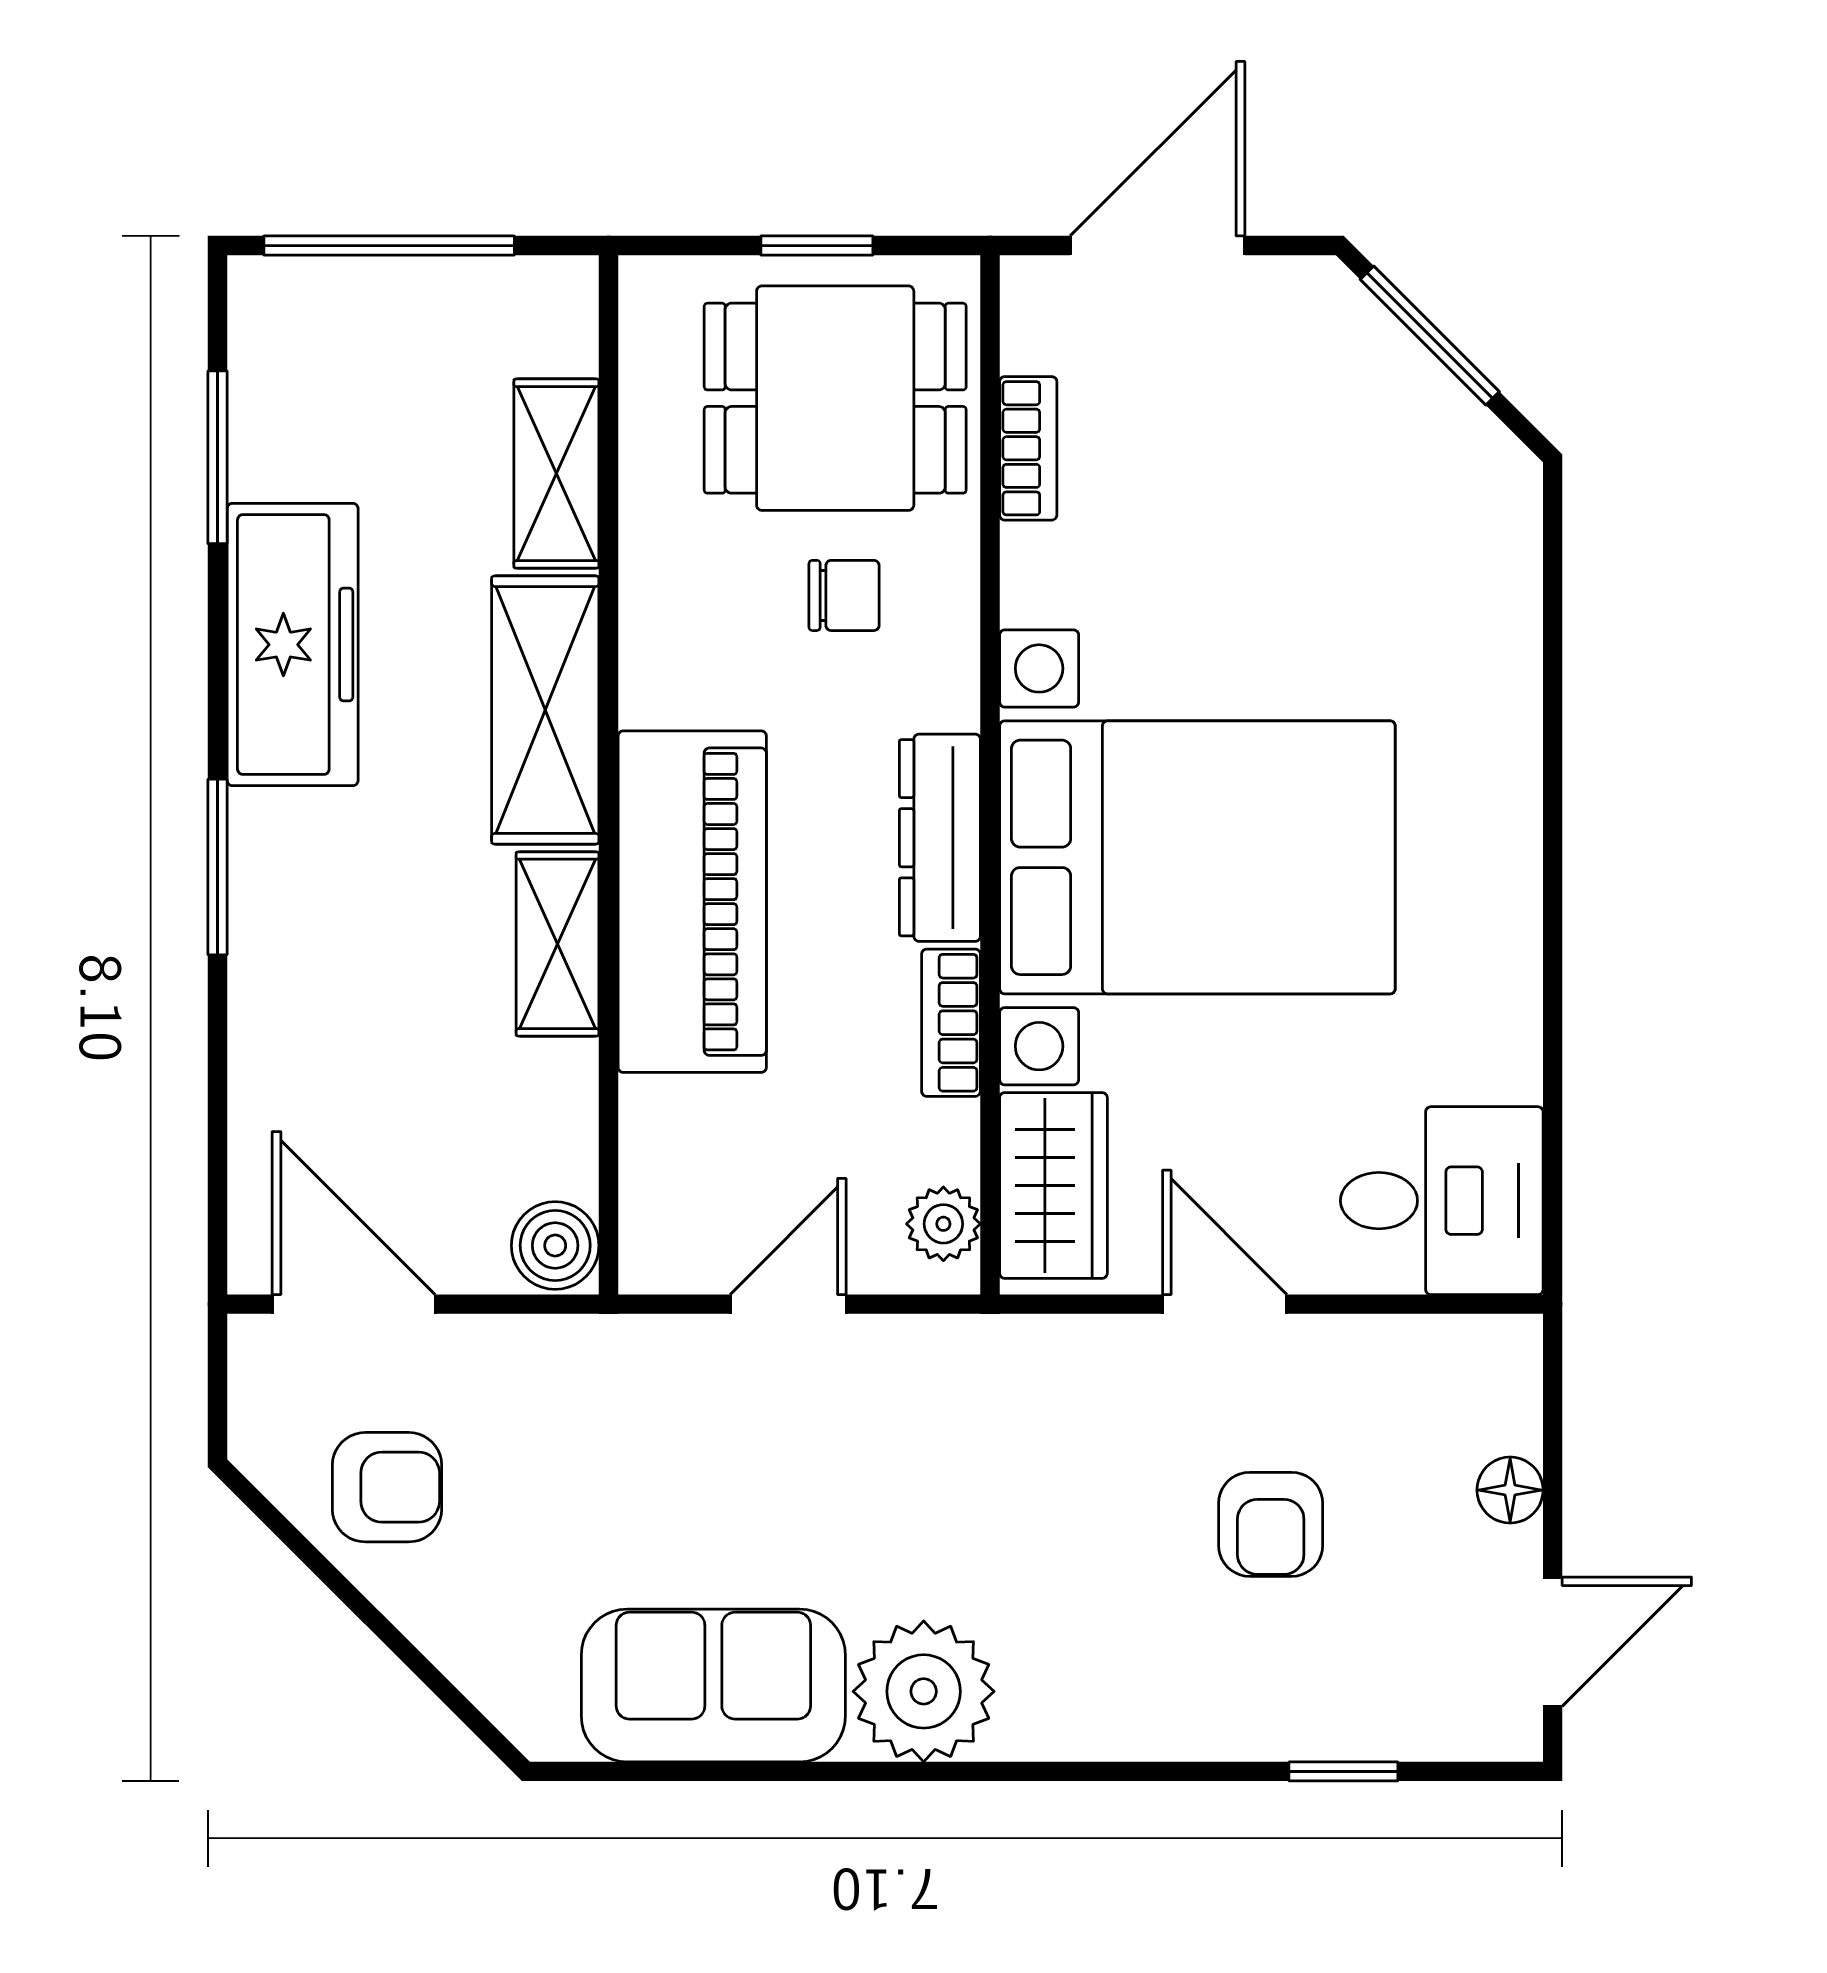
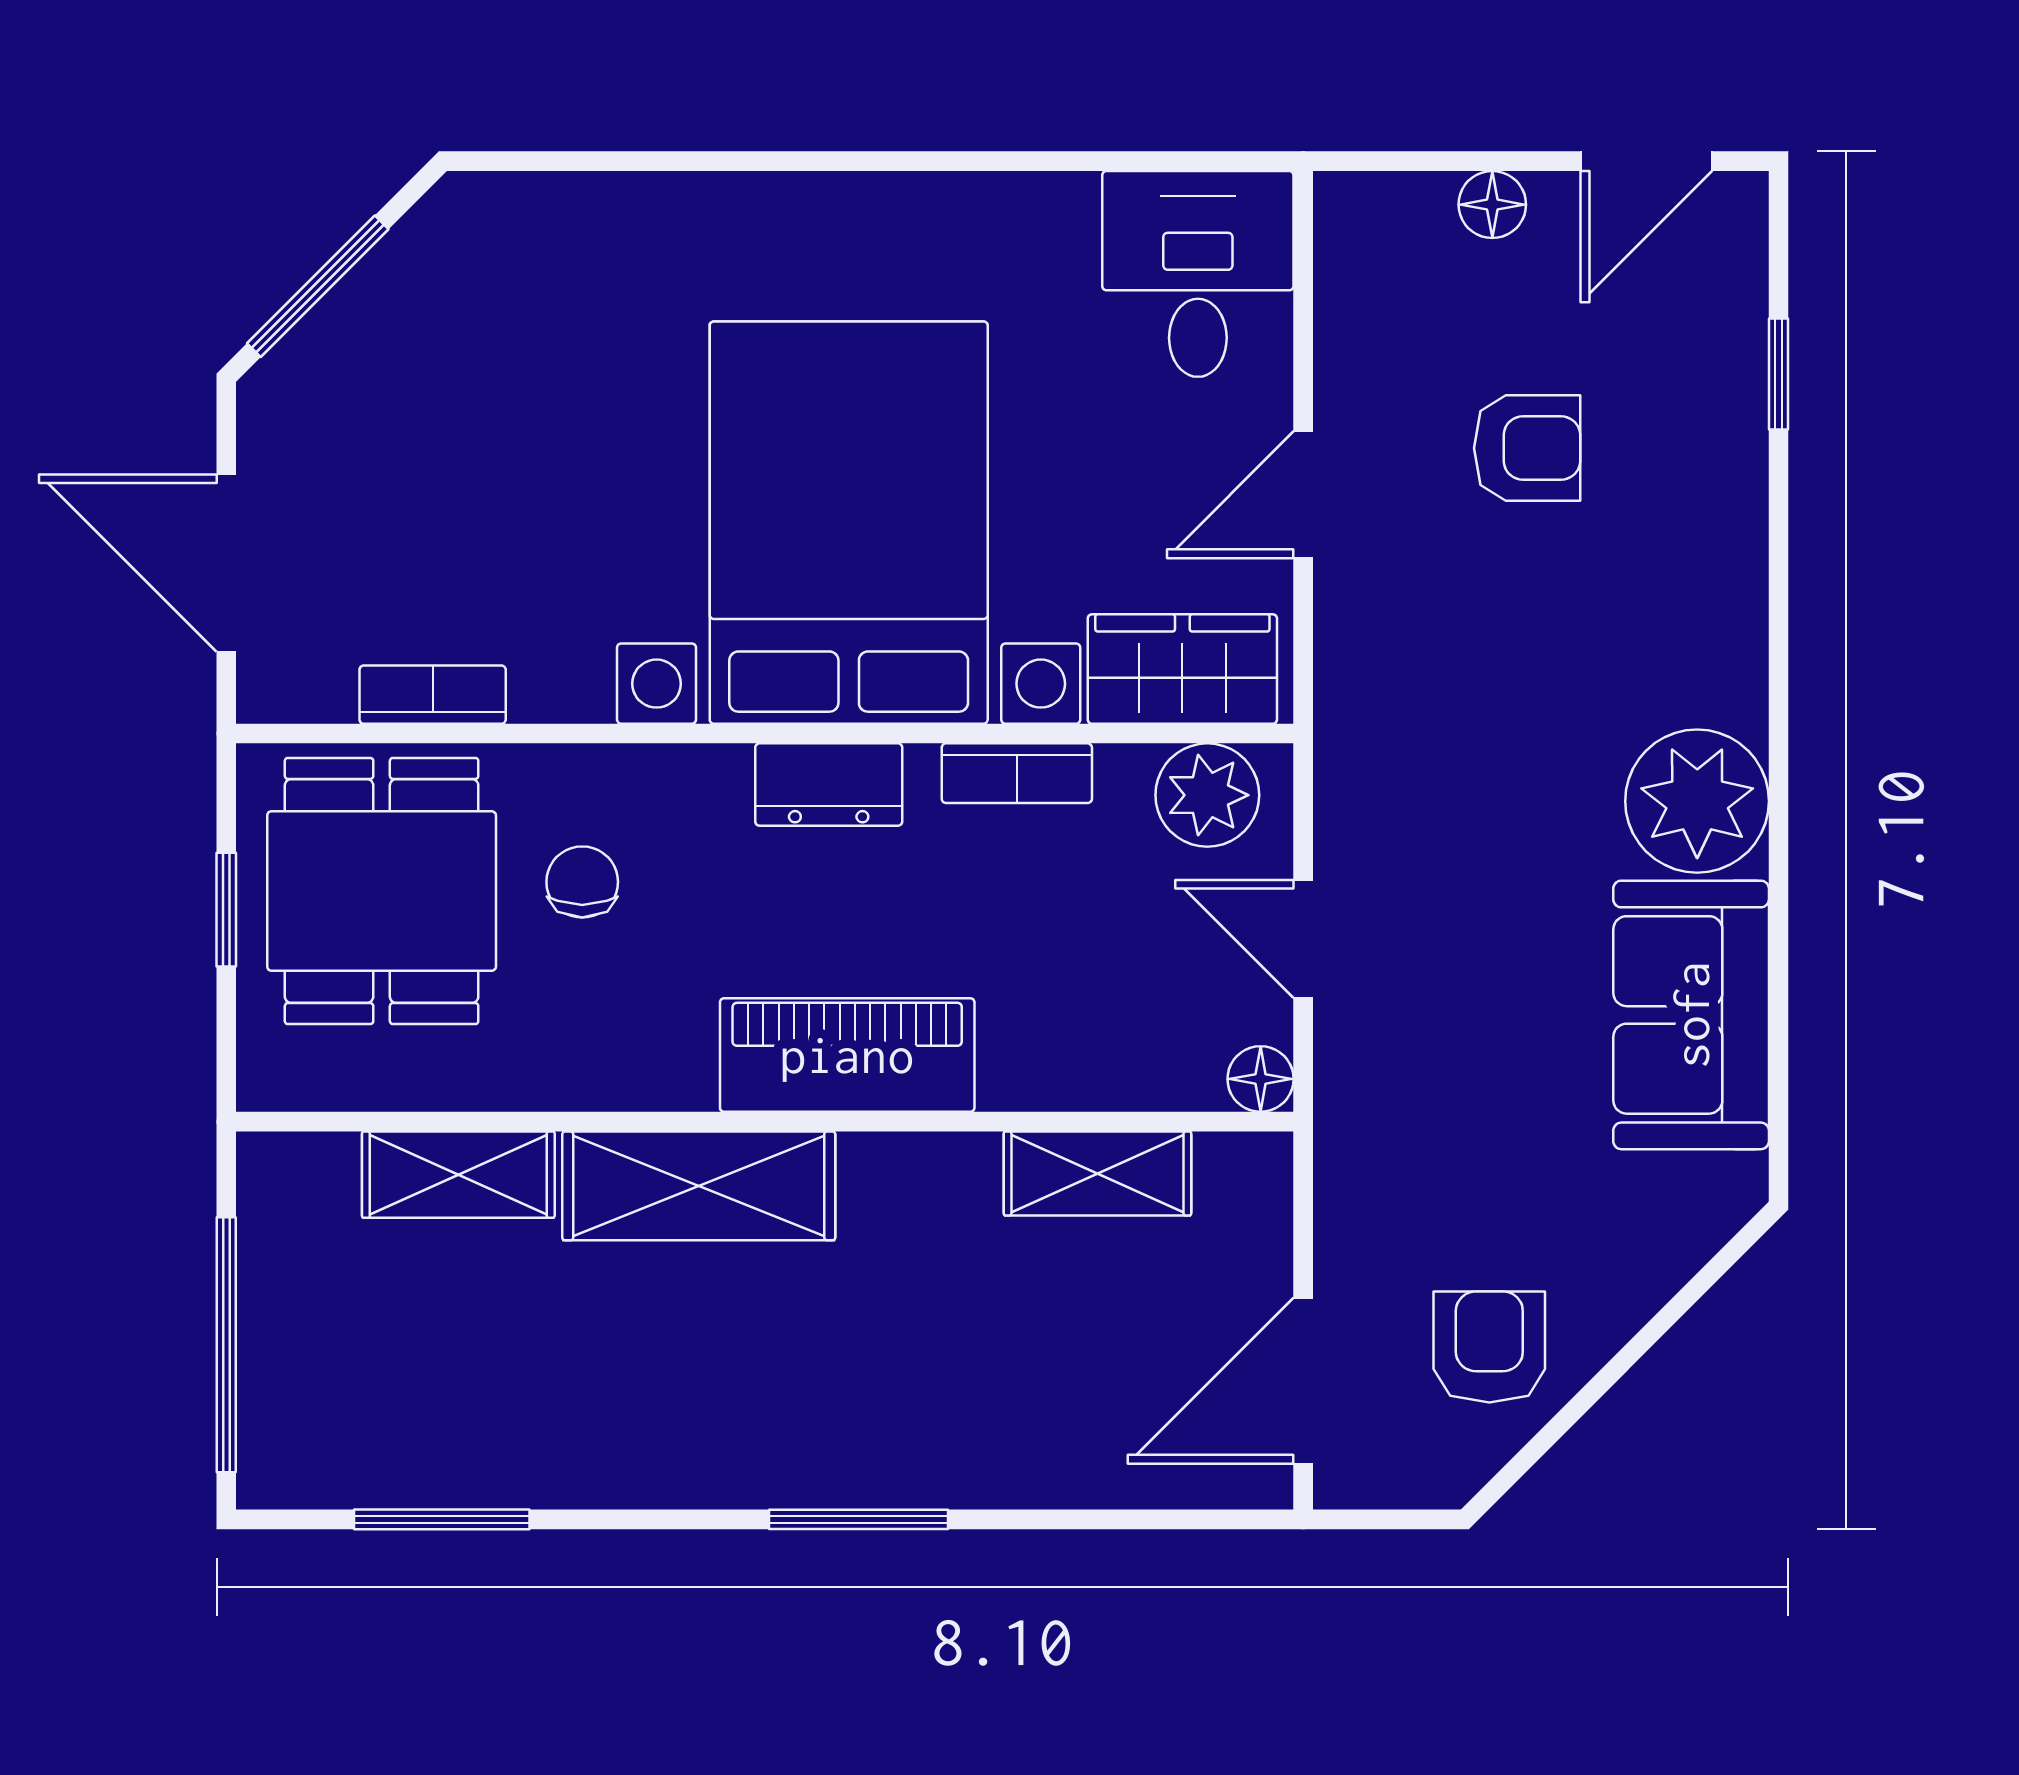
freezer: (293, 645) -> (632, 1443), removed
dresser: (940, 838) -> (829, 785), width x0.70
piano: (692, 902) -> (847, 1055), width x0.73, depth x0.75
shelving: (558, 944) -> (1097, 1173), moved
plant: (943, 1224) -> (1207, 795), width x1.38, depth x1.38
boiler: (555, 1245) -> (1244, 1176), removed
floor lamp: (650, 1262) -> (1261, 1079), added
door: (1553, 1642) -> (1646, 161), swing flipped

